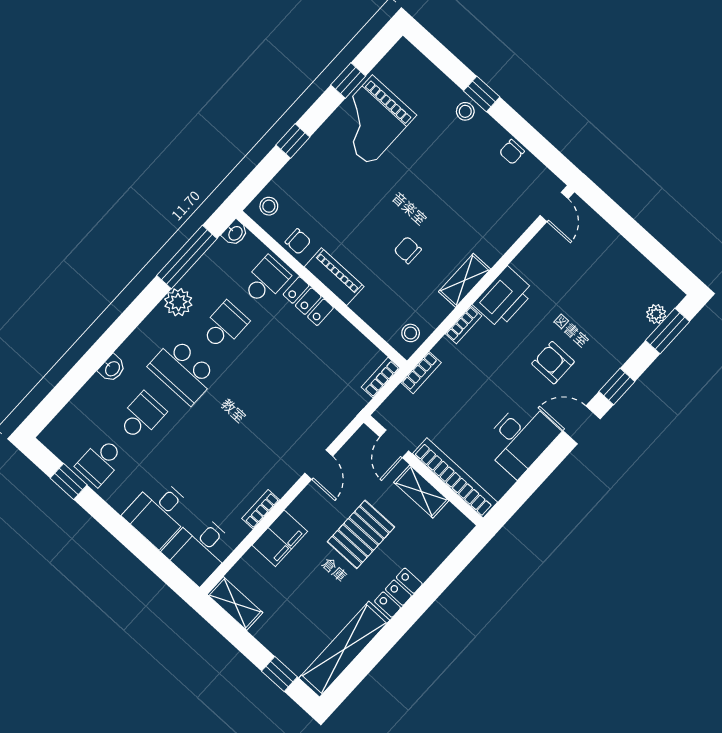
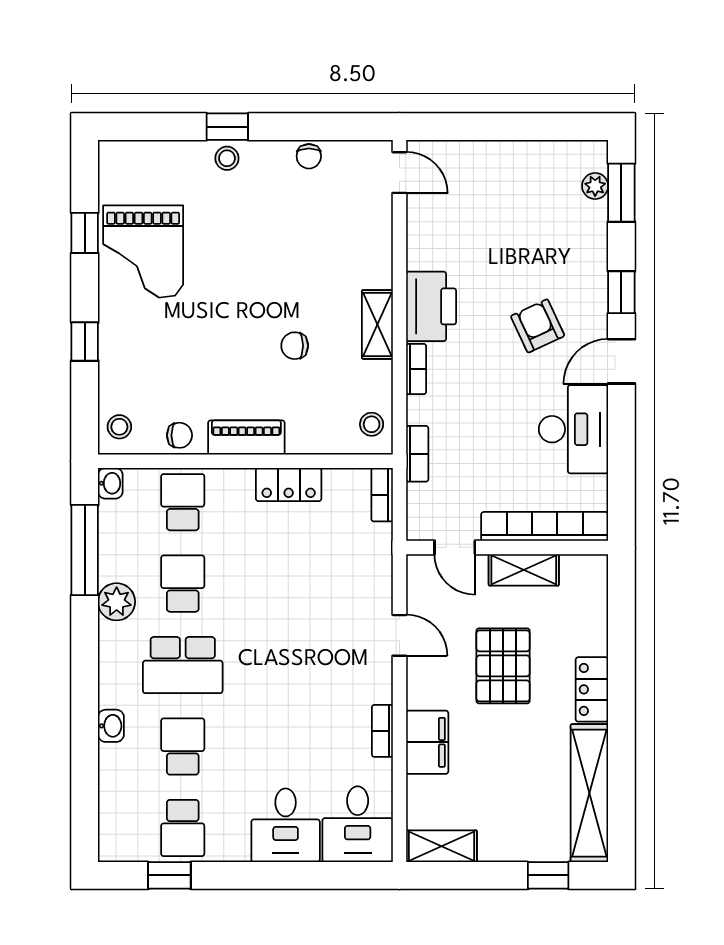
locker: (308, 301) -> (289, 485), moved
armchair: (553, 363) -> (538, 326), turned 65

